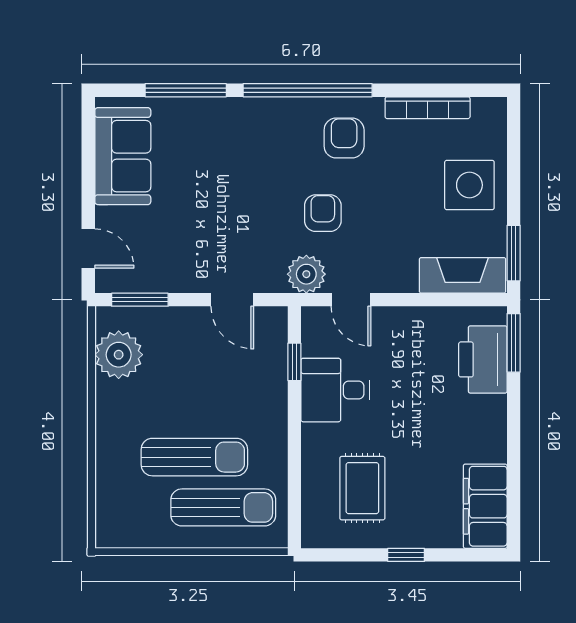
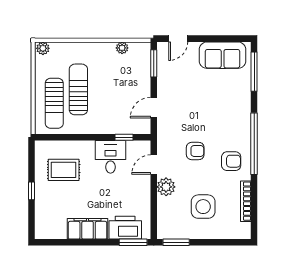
window: (186, 90) -> (254, 72), moved
side table: (469, 185) -> (203, 207), moved
plant: (306, 274) -> (166, 187), moved
fireplace: (463, 275) -> (165, 218), removed
plant: (119, 355) -> (122, 48), width x0.53, depth x0.53
sun lounger: (194, 457) -> (78, 89), turned 180
filing cabinet: (485, 506) -> (88, 229), moved
plant: (108, 531) -> (43, 48), added

